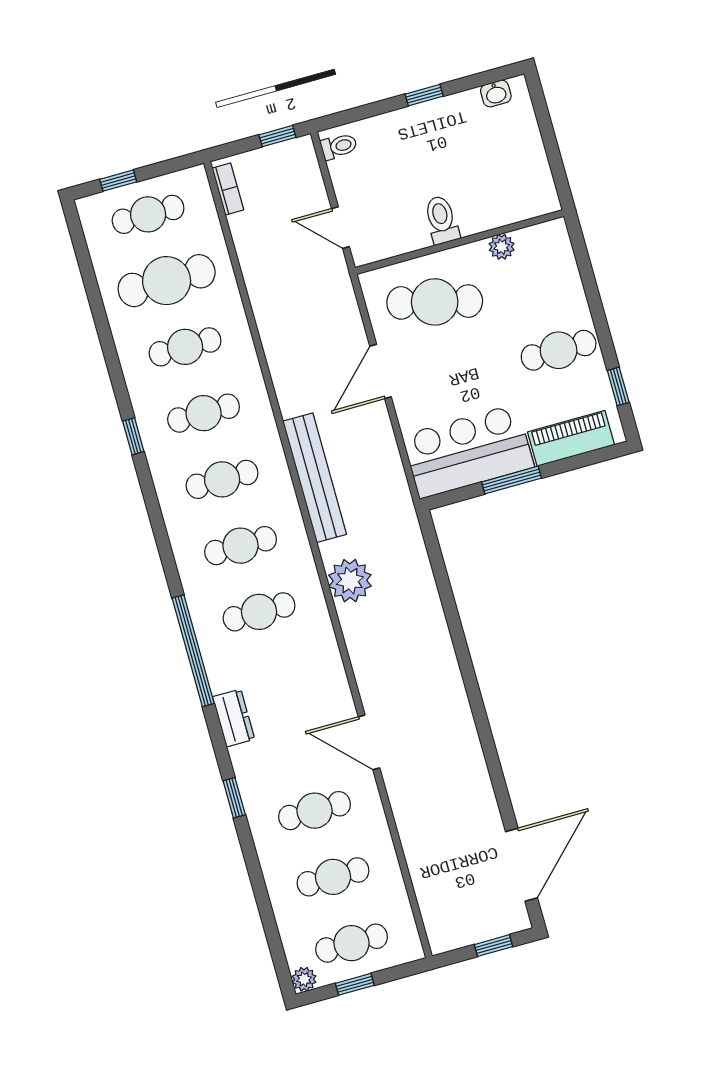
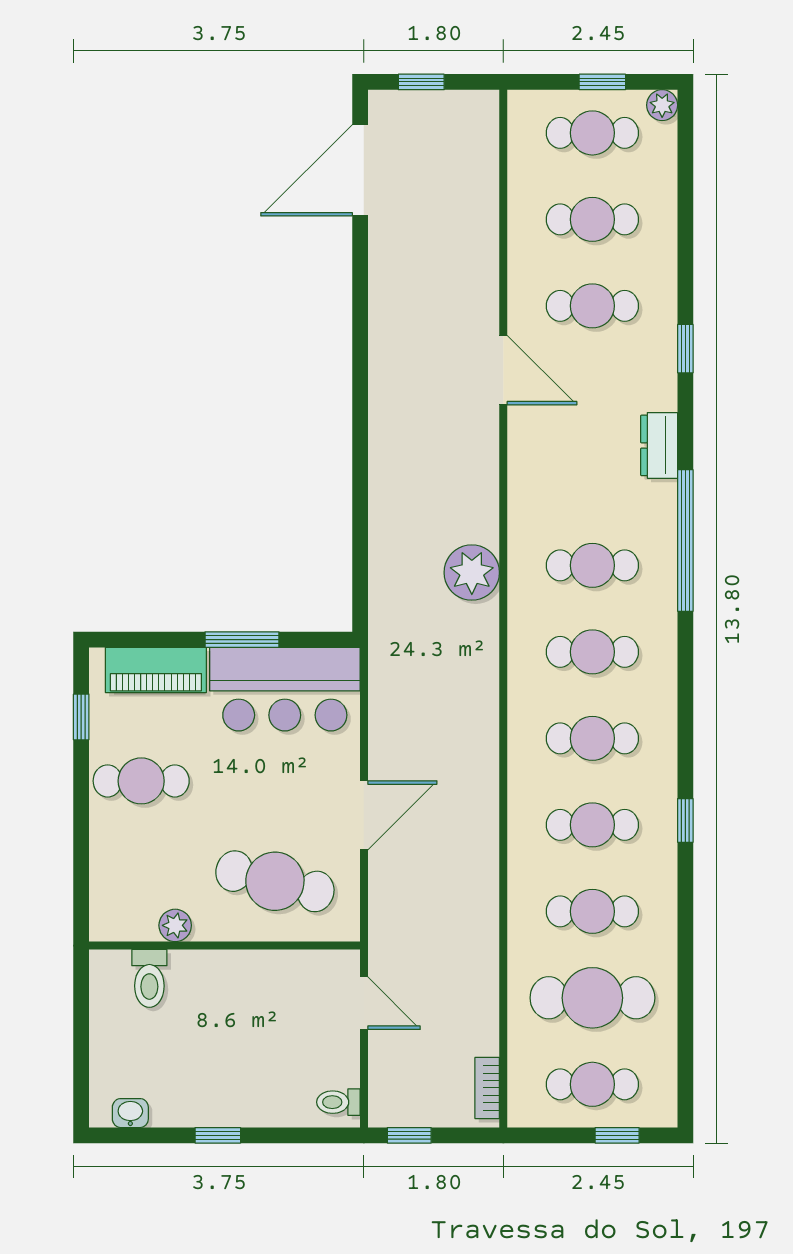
toilet: (442, 220) -> (149, 978), moved
bench: (315, 478) -> (480, 709), removed

